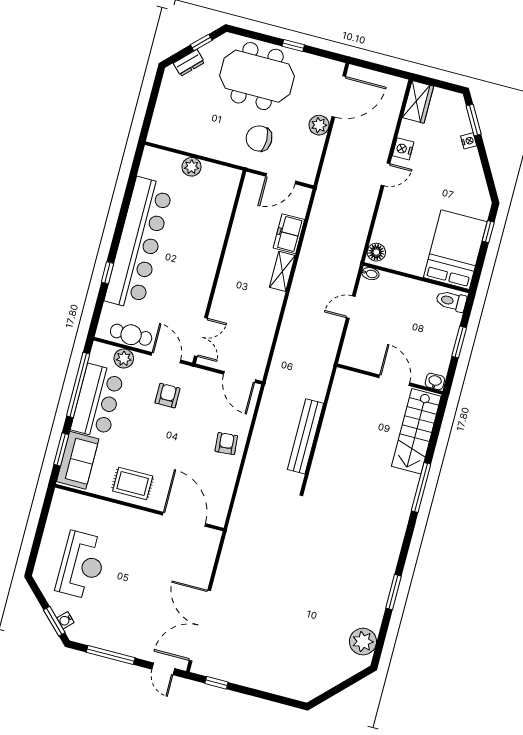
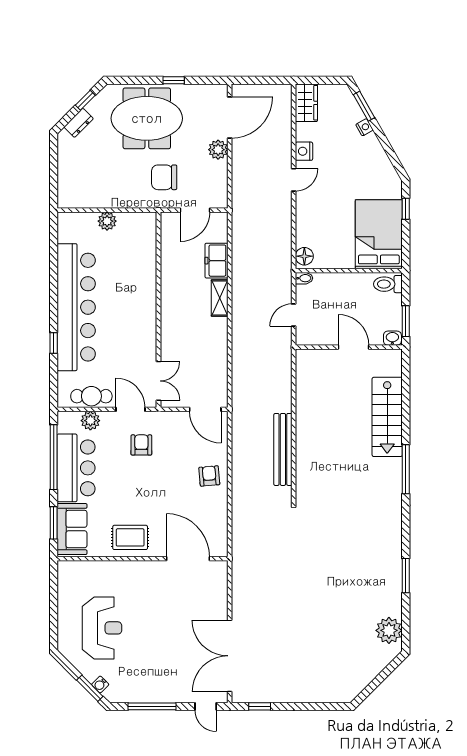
wall: (390, 379) -> (349, 347), moved
door: (394, 380) -> (354, 347), moved
washbasin: (435, 381) -> (392, 338), moved

